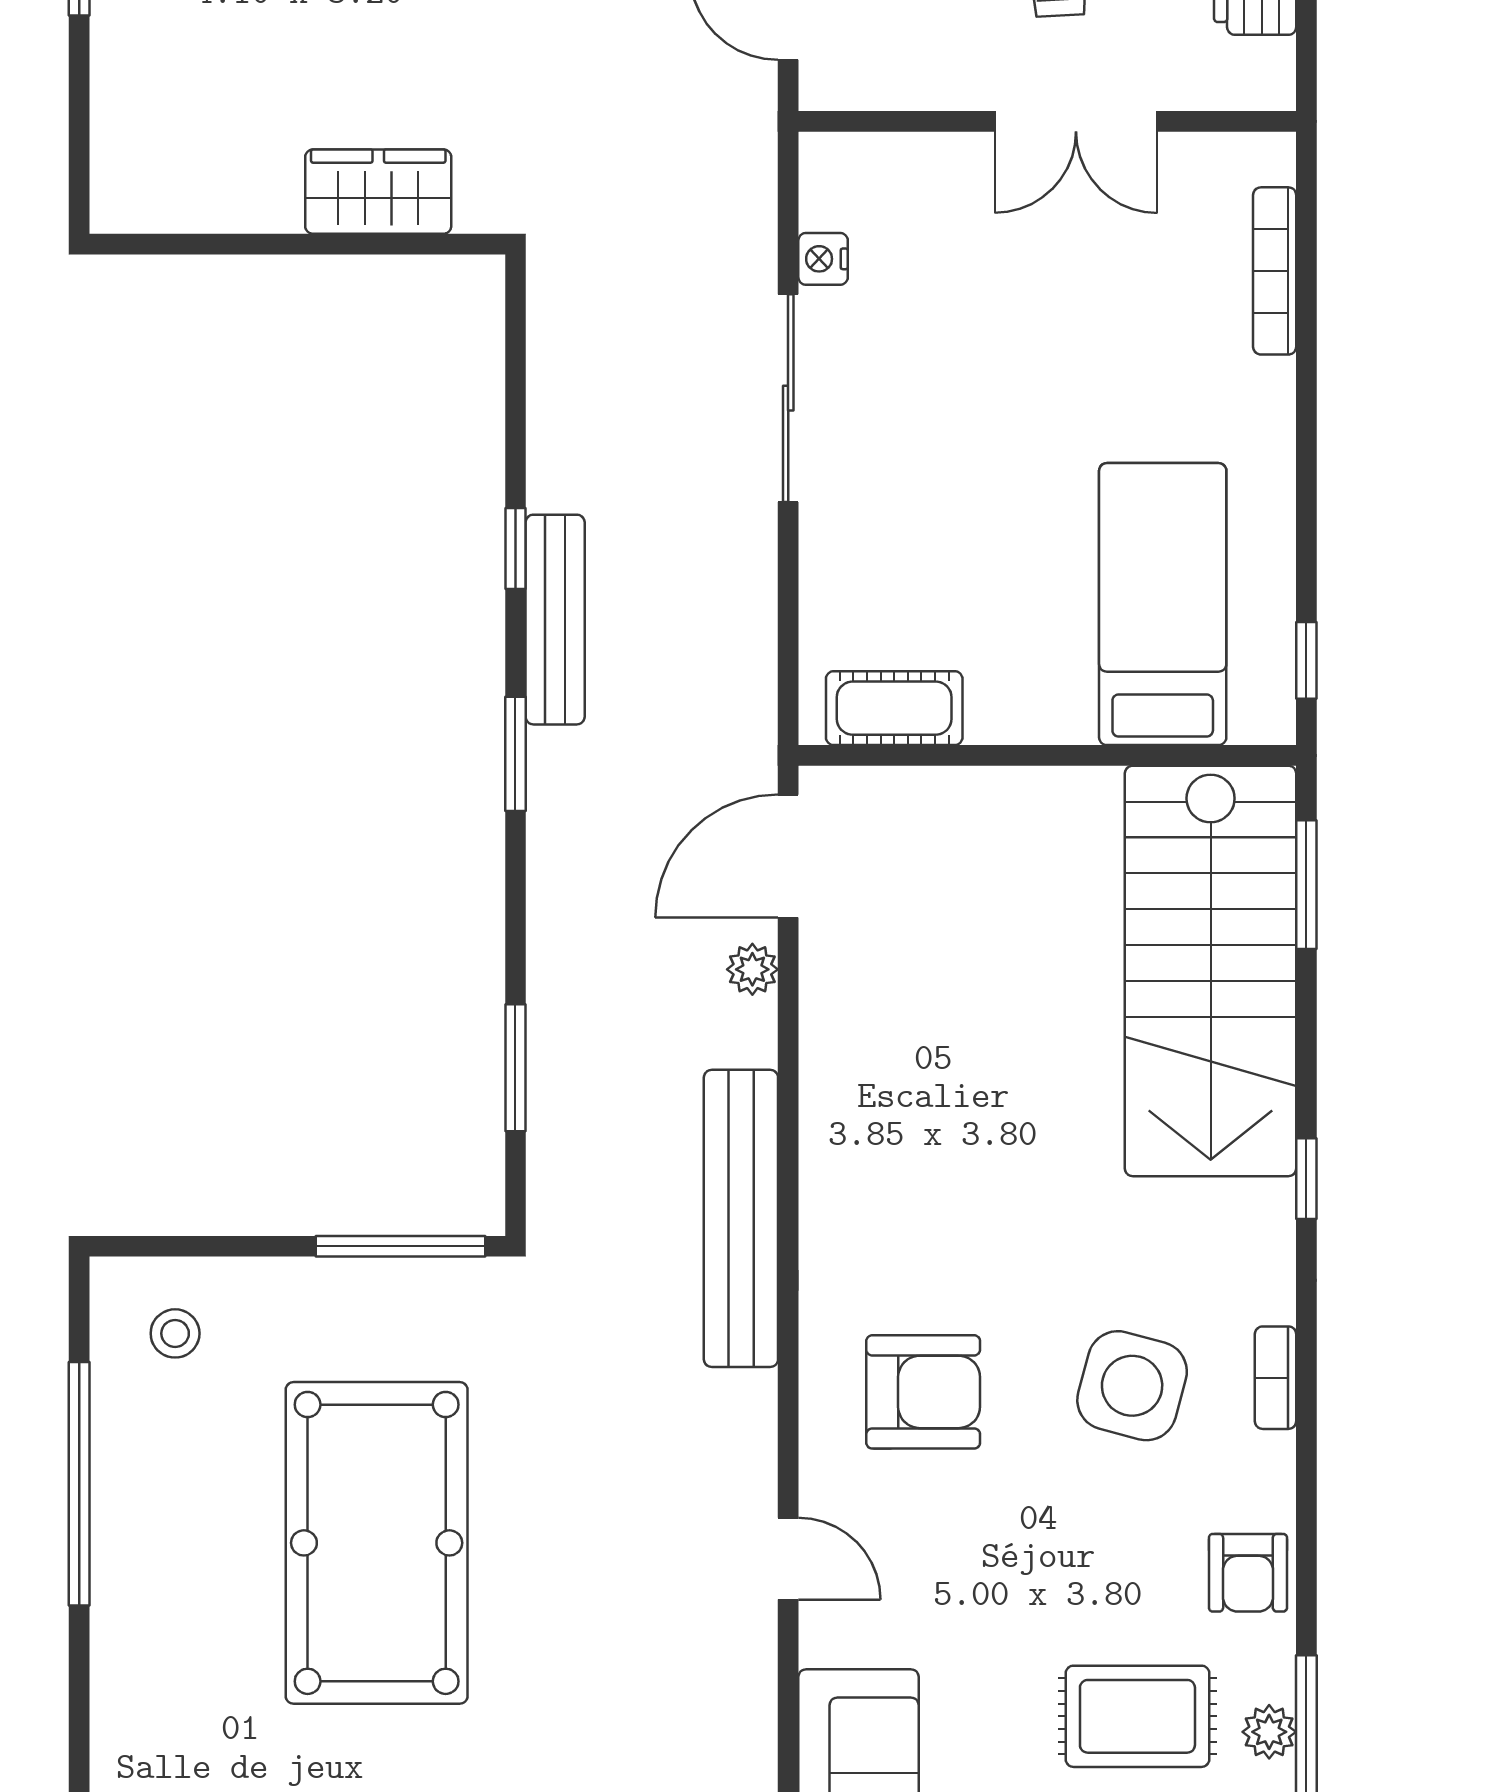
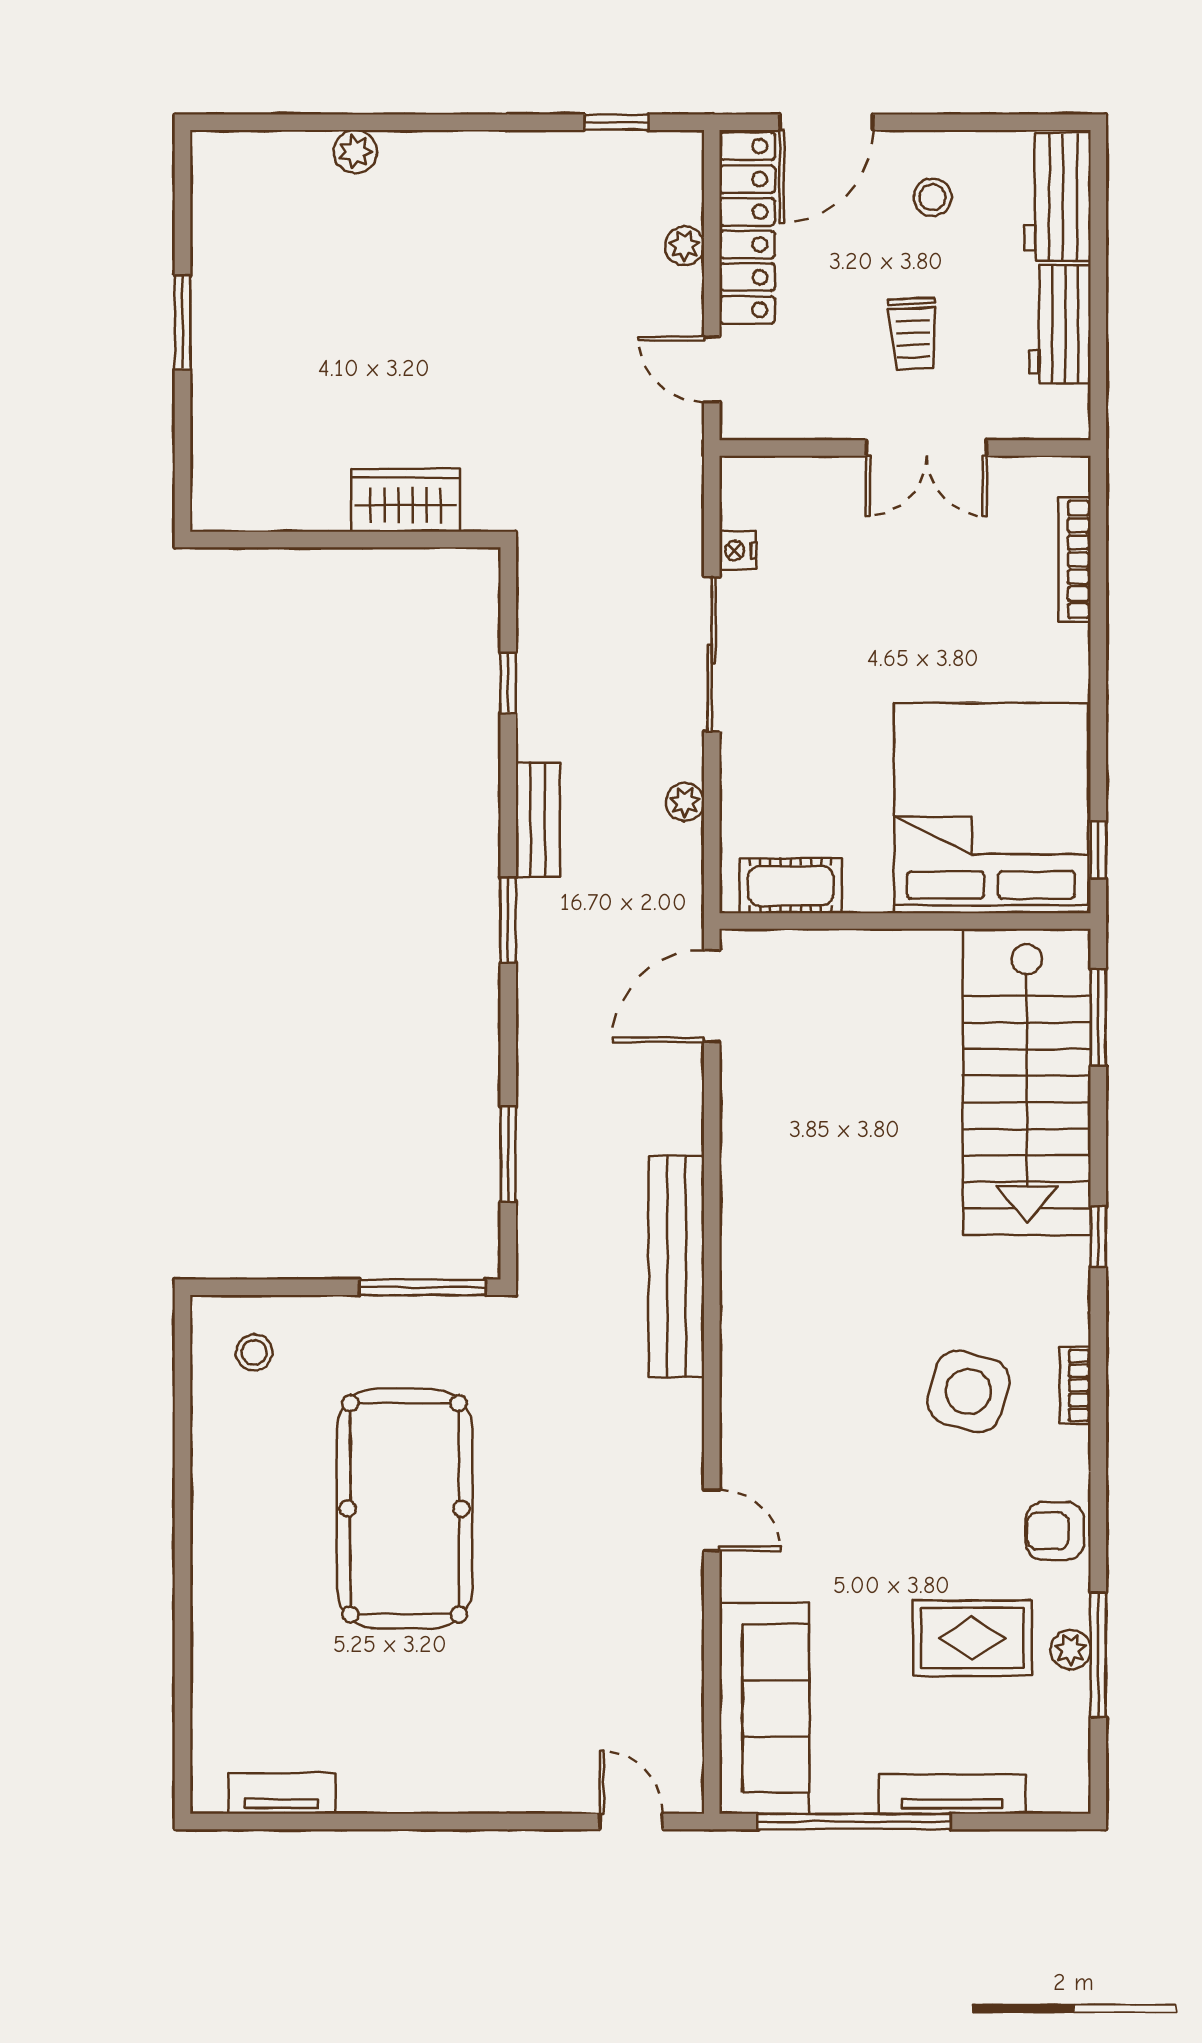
window: (515, 549) -> (508, 683), moved
bed: (1163, 604) -> (991, 808), width x2.04
bench: (555, 620) -> (538, 820), width x0.73
plant: (752, 969) -> (685, 802), moved
armchair: (923, 1392) -> (812, 1396), removed
window: (79, 1484) -> (183, 1465), removed
armchair: (1248, 1573) -> (1055, 1531), turned 90

